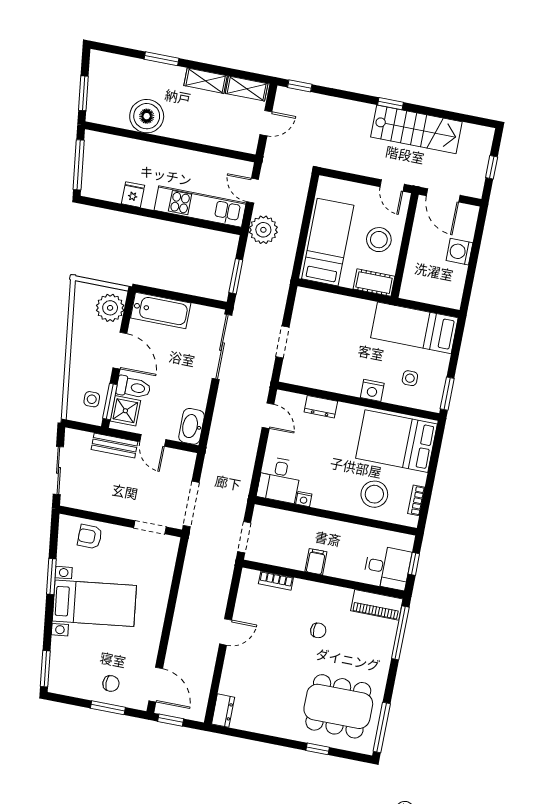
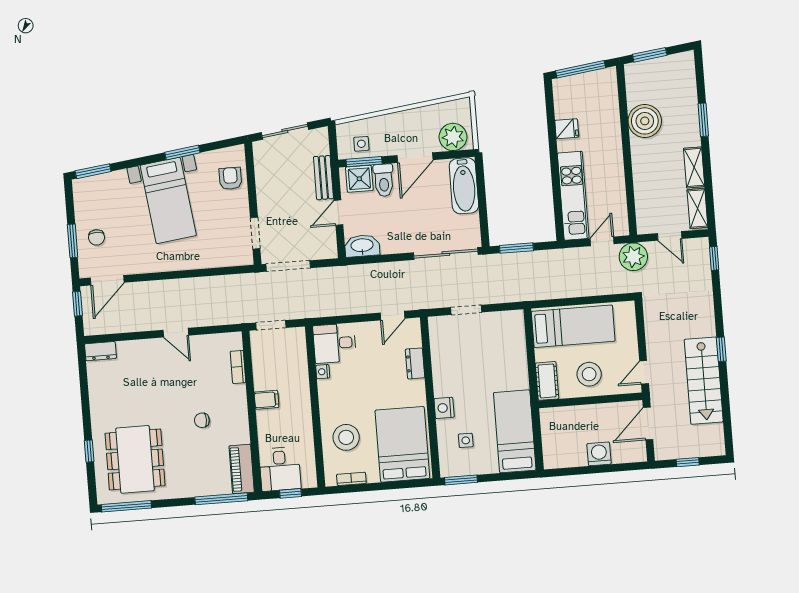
plant: (263, 230) -> (633, 257), moved
chair: (318, 630) -> (202, 420), turned 90

